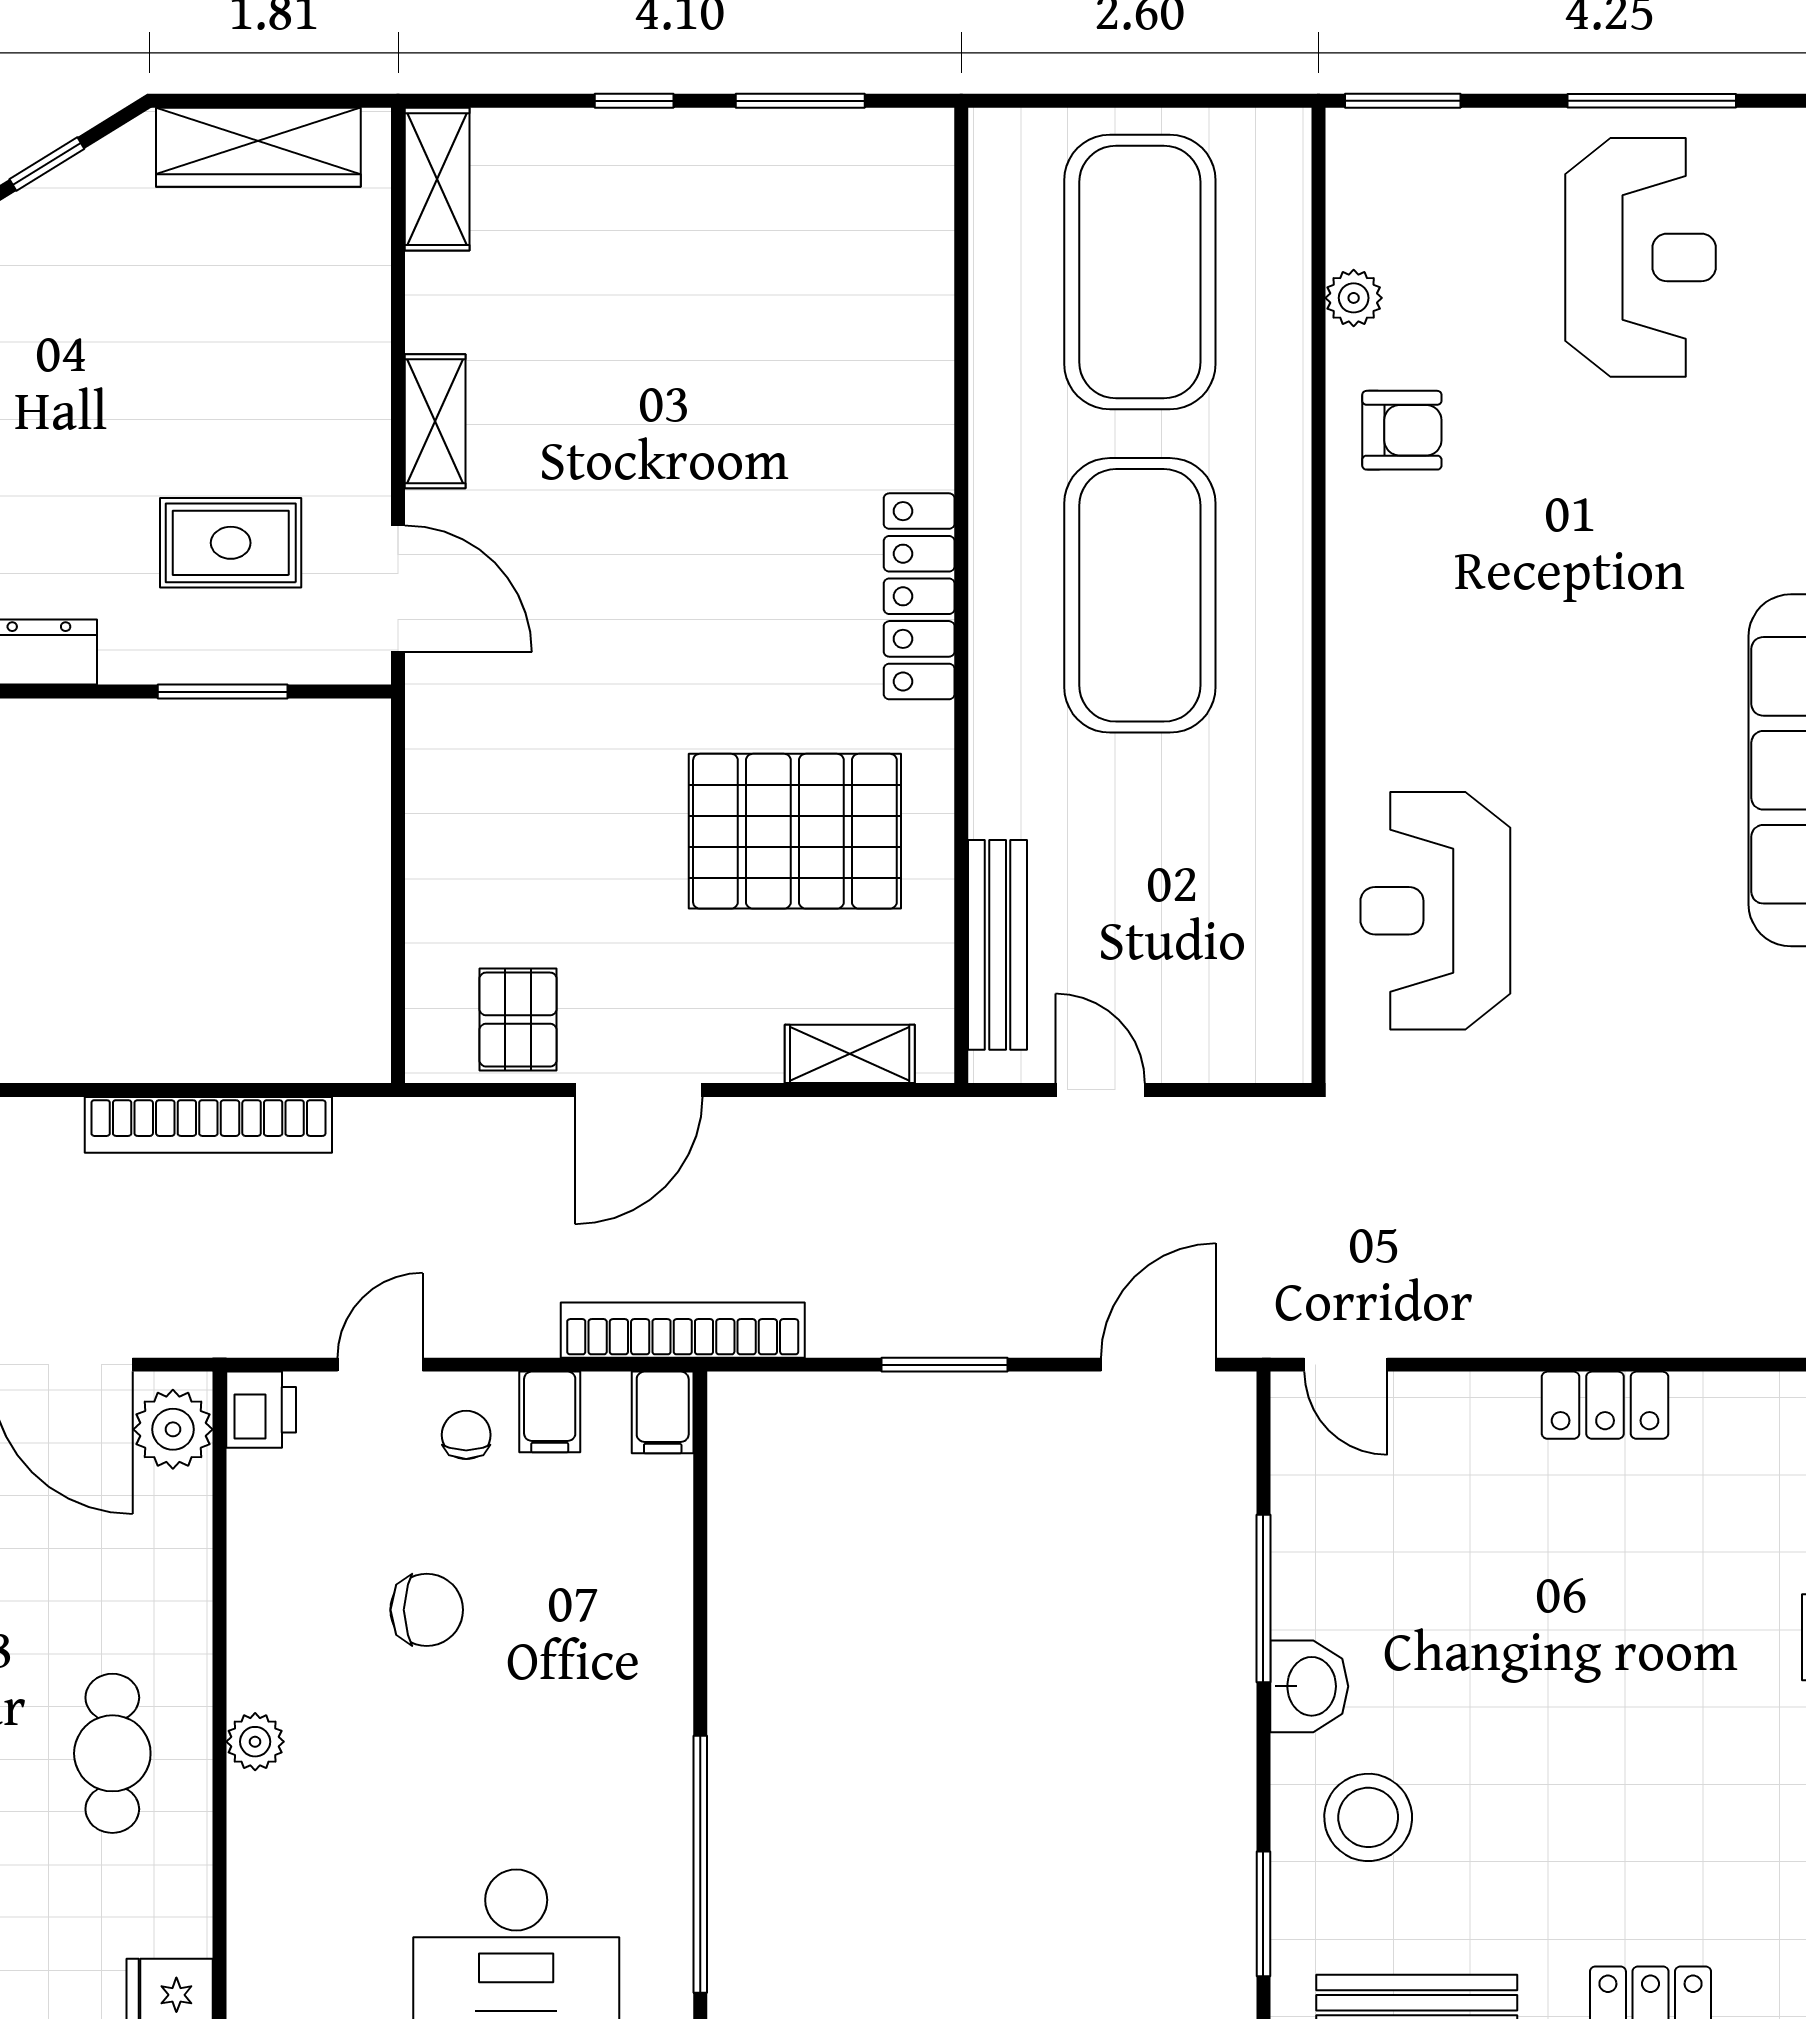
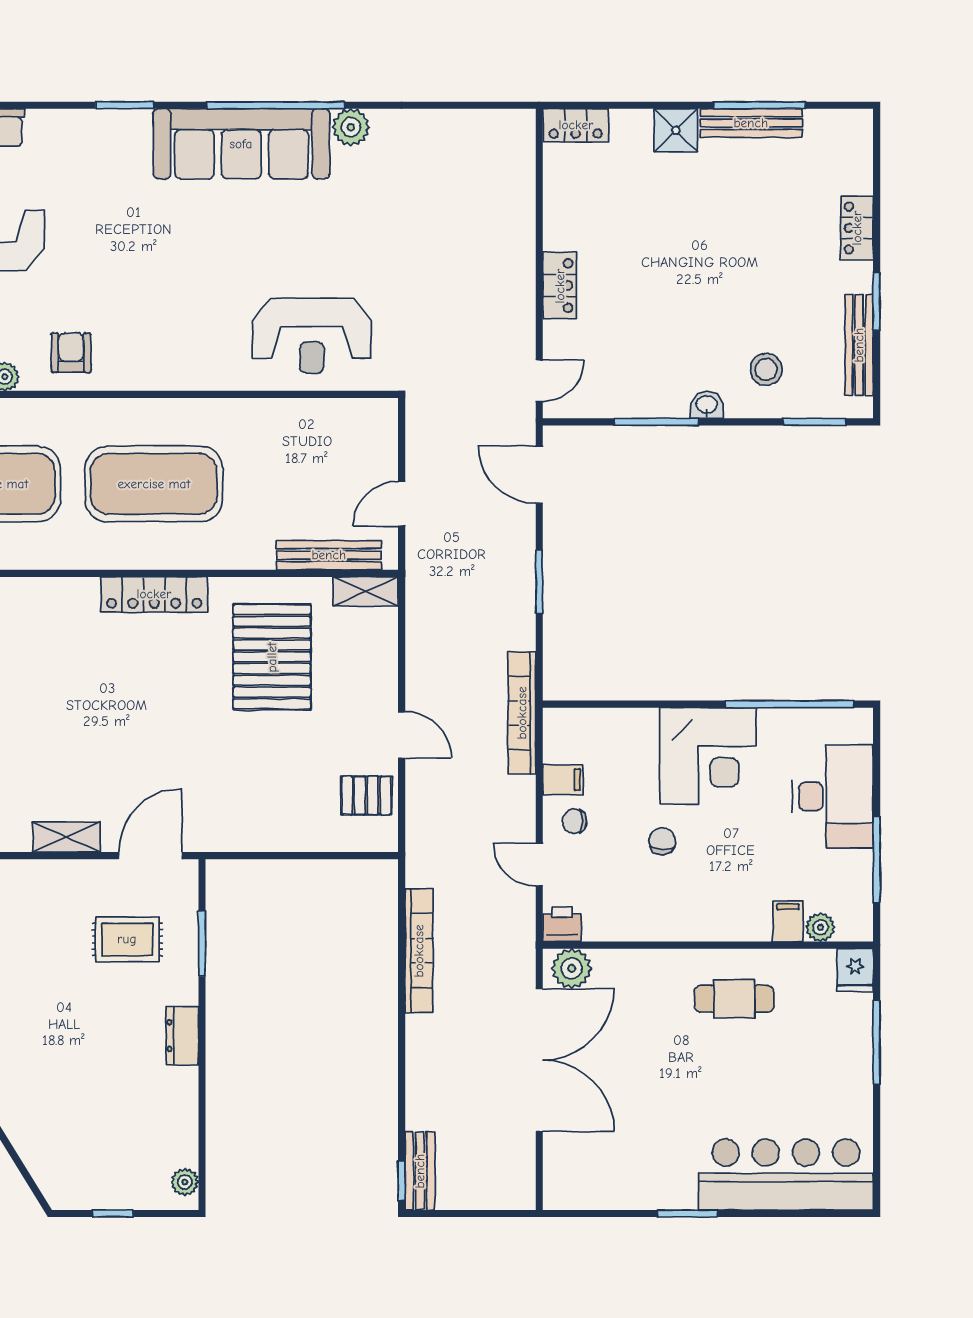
rug: (231, 543) -> (127, 939), turned 90
shelving: (850, 1054) -> (366, 591), moved, turned 90
door: (639, 1090) -> (402, 735), width x0.73
locker: (1605, 1405) -> (560, 286), moved
filing cabinet: (663, 1412) -> (788, 921), moved, turned -90
chair: (427, 1610) -> (662, 841), width x0.73, depth x0.73
washbasin: (1309, 1686) -> (707, 405), width x0.72, depth x0.69
corner desk: (597, 1701) -> (708, 756), added
plant: (255, 1742) -> (820, 927), moved
stool: (1368, 1817) -> (766, 369), width x0.73, depth x0.73

